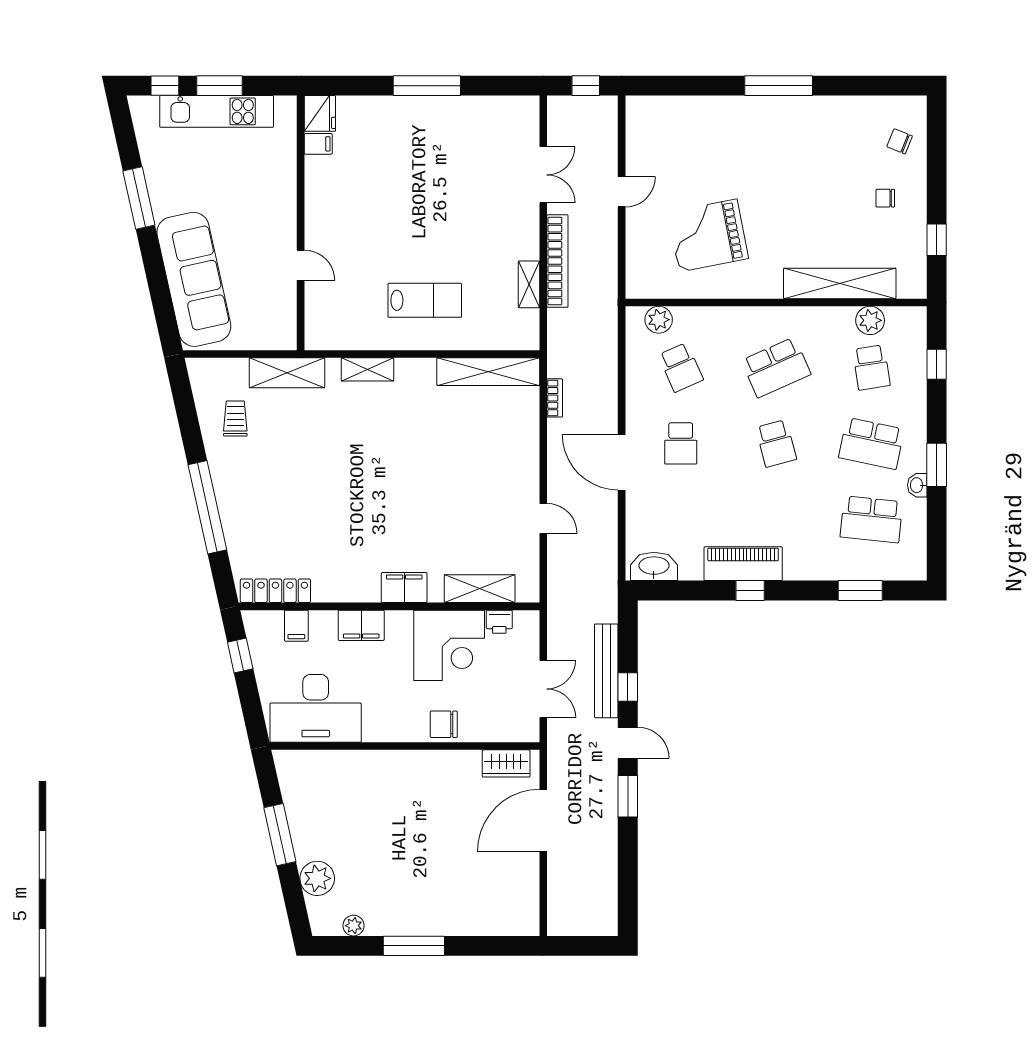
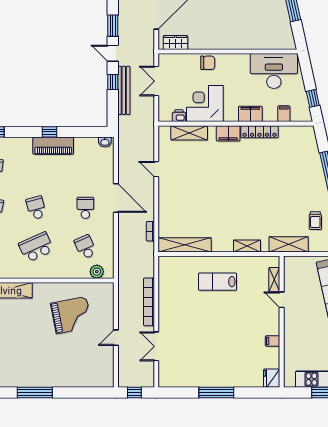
filing cabinet: (318, 144) -> (273, 341), moved
shelving: (529, 284) -> (274, 280), moved
washbasin: (654, 566) -> (105, 142), width x0.52, depth x0.69
locker: (275, 591) -> (260, 132), moved

